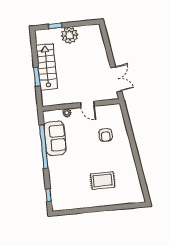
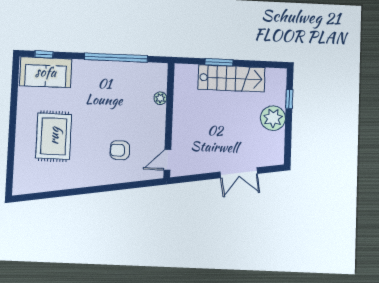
double door: (116, 79) -> (239, 173), moved
door: (87, 104) -> (167, 160), moved
sofa: (55, 138) -> (46, 72), moved
rug: (103, 180) -> (54, 136), width x1.36, depth x1.43

